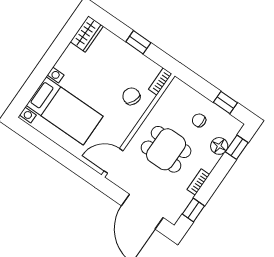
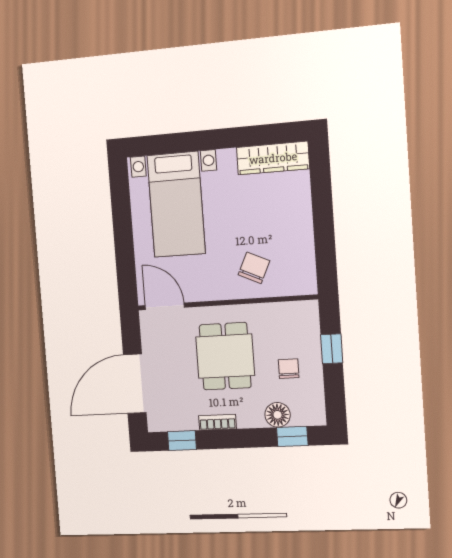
wardrobe: (87, 34) -> (273, 158), width x1.50
window: (138, 42) -> (324, 225), removed
bookcase: (160, 81) -> (298, 288), removed
window: (225, 103) -> (332, 349), moved

